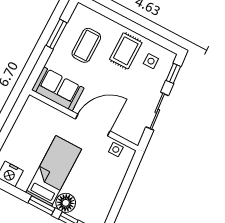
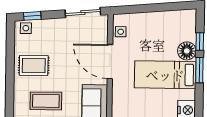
side table: (151, 61) -> (26, 28), moved
sliding door: (157, 111) -> (83, 13), moved

